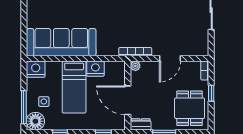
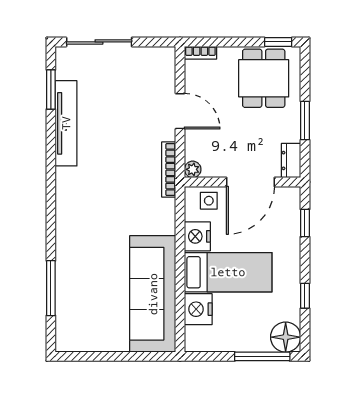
nightstand: (36, 69) -> (198, 309), moved
window: (211, 93) -> (278, 42), moved
side table: (44, 102) -> (209, 201), moved
dining table: (190, 108) -> (264, 78), turned 90

